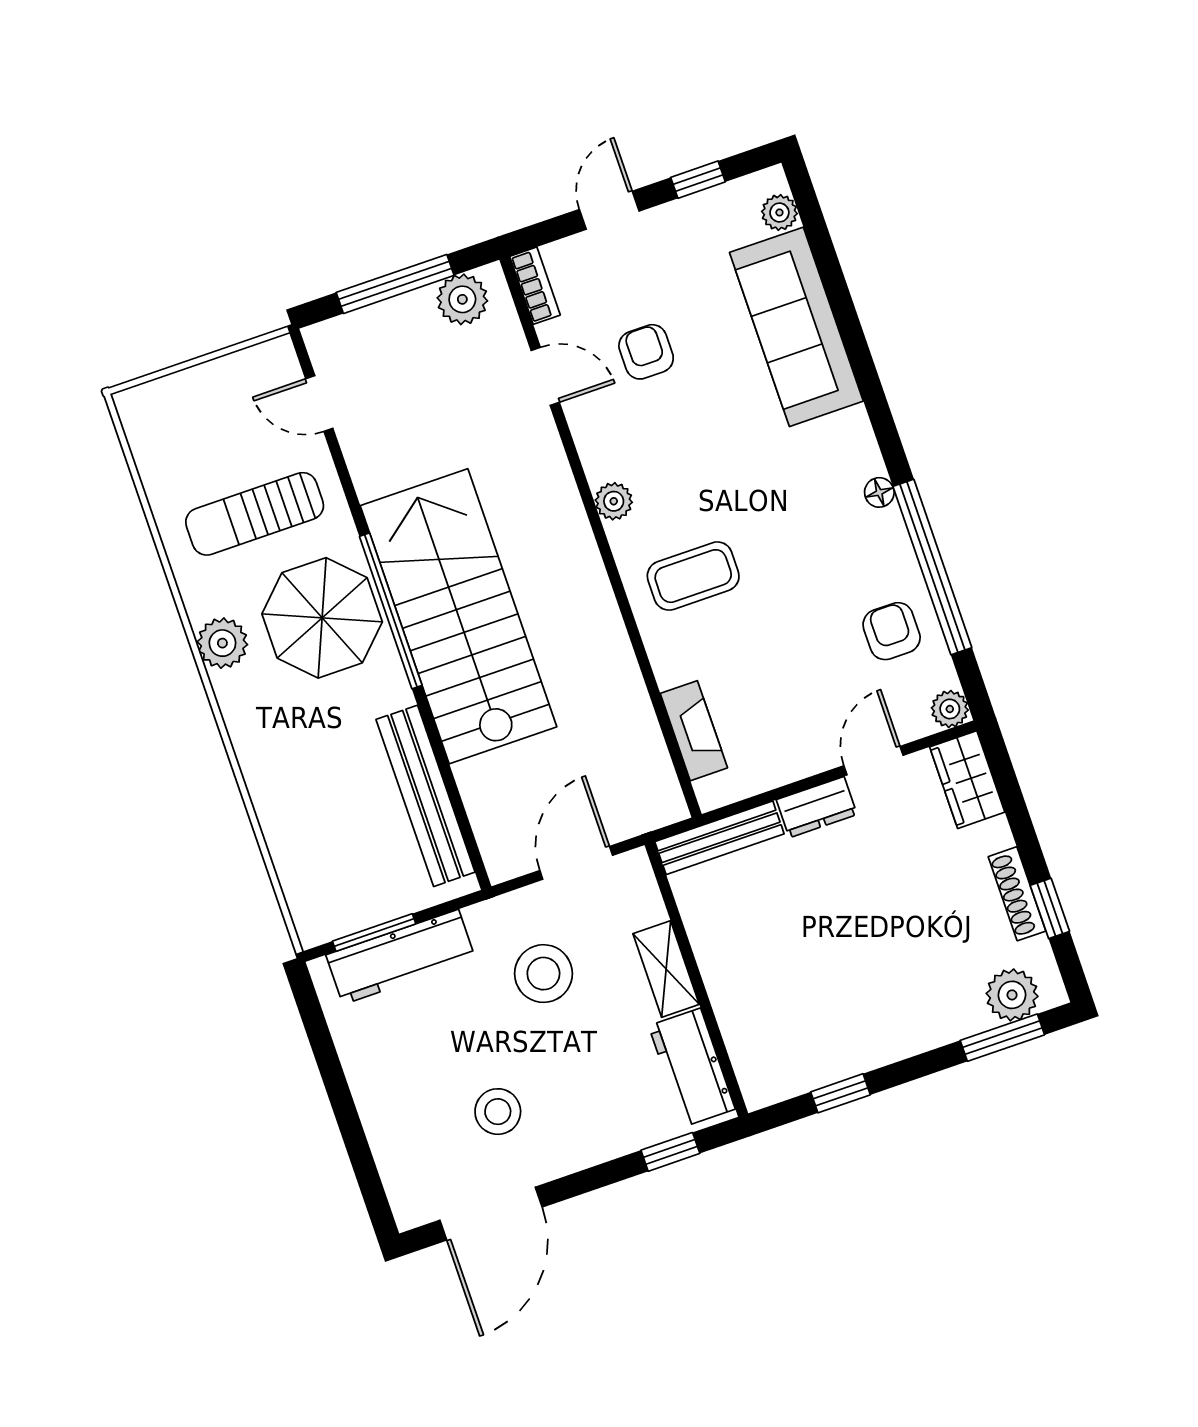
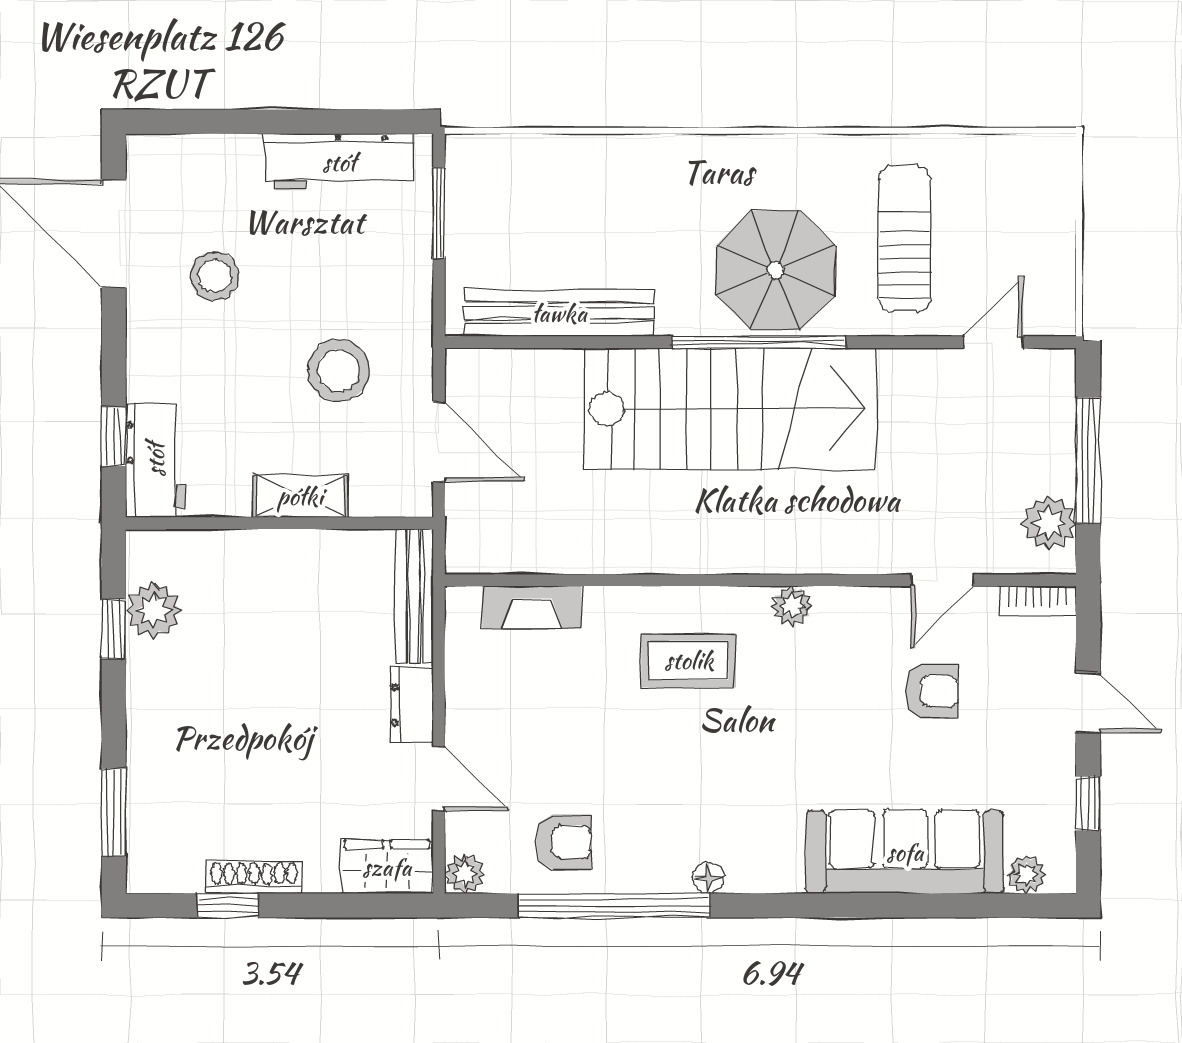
coffee table: (693, 576) -> (689, 660), turned 90
plant: (222, 643) -> (785, 161), removed
workbench: (401, 957) -> (339, 162), moved, turned -90
plant: (1012, 995) -> (153, 610), moved
workbench: (692, 1067) -> (155, 460), moved, turned 90

